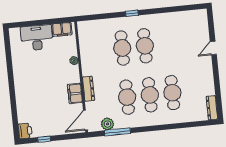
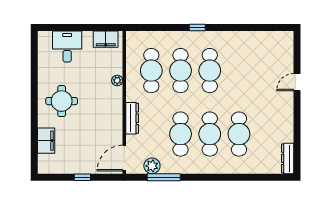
desk: (37, 38) -> (67, 47), width x0.73
cafe table: (100, 50) -> (151, 71), added
round table: (33, 81) -> (62, 101), added
filing cabinet: (75, 94) -> (46, 141), moved, turned 180
printer: (25, 131) -> (46, 164), removed
window: (44, 139) -> (82, 177), moved

